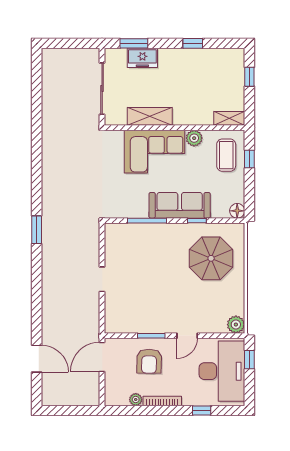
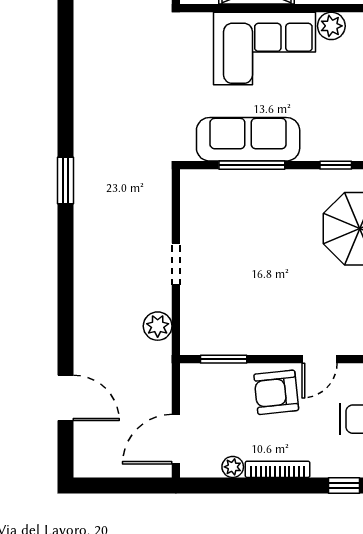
sofa: (180, 205) -> (248, 139), moved
plant: (91, 316) -> (158, 326), added
window: (151, 336) -> (224, 359), moved
door: (102, 357) -> (176, 439), moved
armchair: (149, 361) -> (276, 392), moved, turned 83

